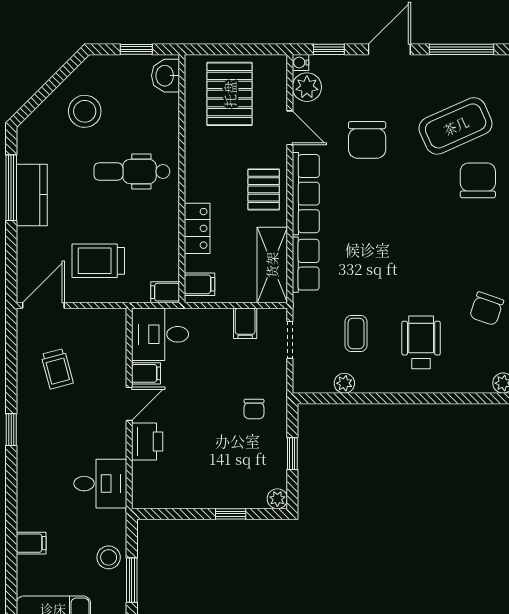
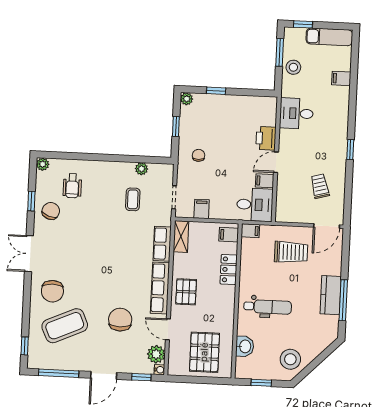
washbasin: (166, 76) -> (245, 346), moved
stool: (85, 111) -> (290, 359), moved
shelving: (272, 265) -> (181, 236), width x0.67, depth x0.75
wheelchair: (421, 342) -> (72, 186), moved, width x0.73, depth x0.73

